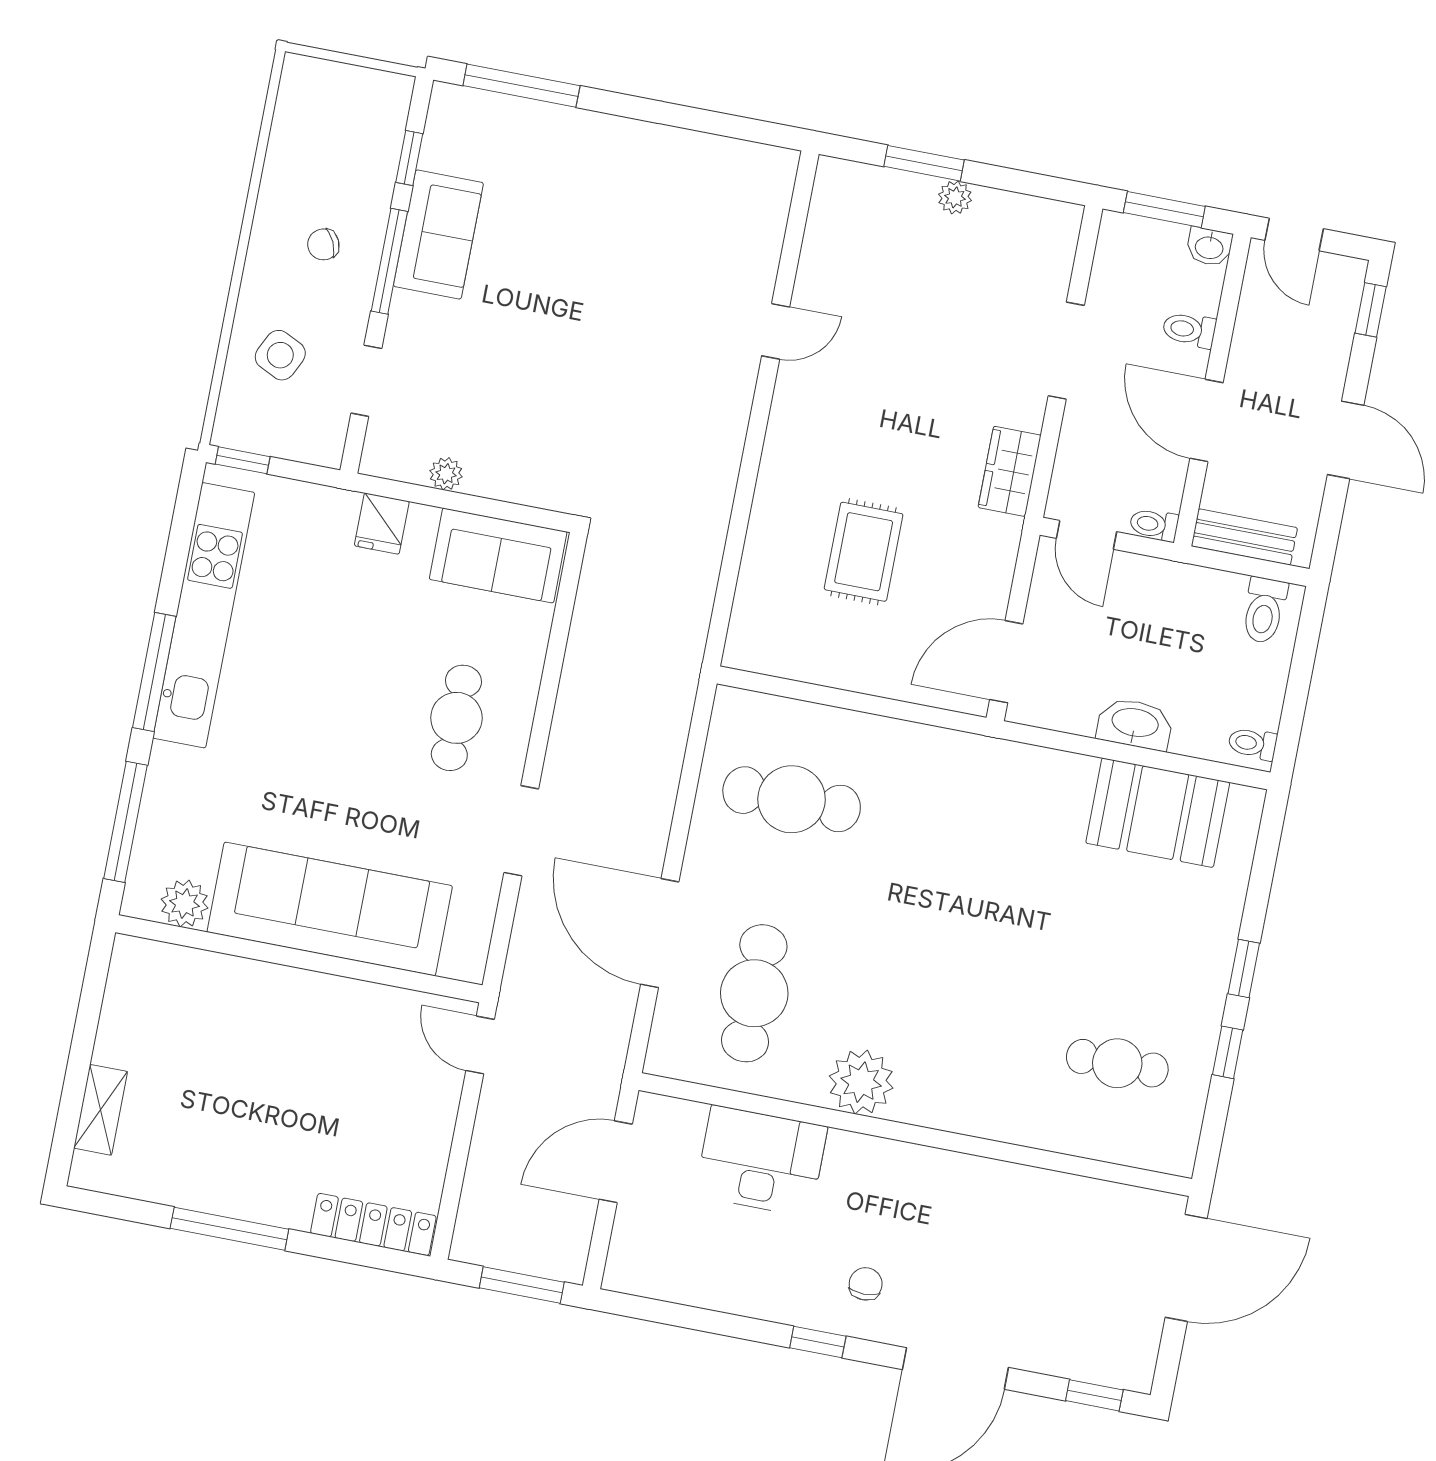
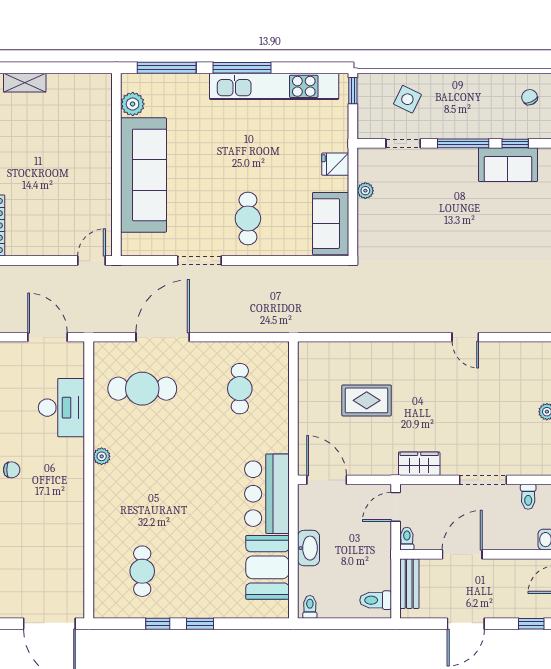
sofa: (438, 234) -> (508, 165), moved
chair: (323, 244) -> (530, 97), moved
toilet: (1189, 330) -> (528, 497), moved, turned 180
cafe table: (456, 718) -> (248, 218), turned 90
bar counter: (1011, 786) -> (267, 494), added
cafe table: (792, 799) -> (240, 389), width x0.73, depth x0.74
plant: (861, 1082) -> (102, 456), width x0.53, depth x0.53

